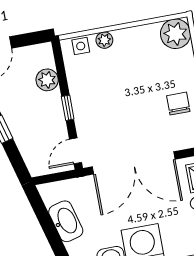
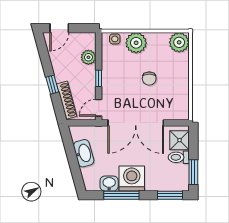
plant: (104, 40) -> (136, 43), width x1.88, depth x1.88
chair: (178, 104) -> (149, 79), moved, turned 180
shoe rack: (27, 148) -> (67, 100), added

